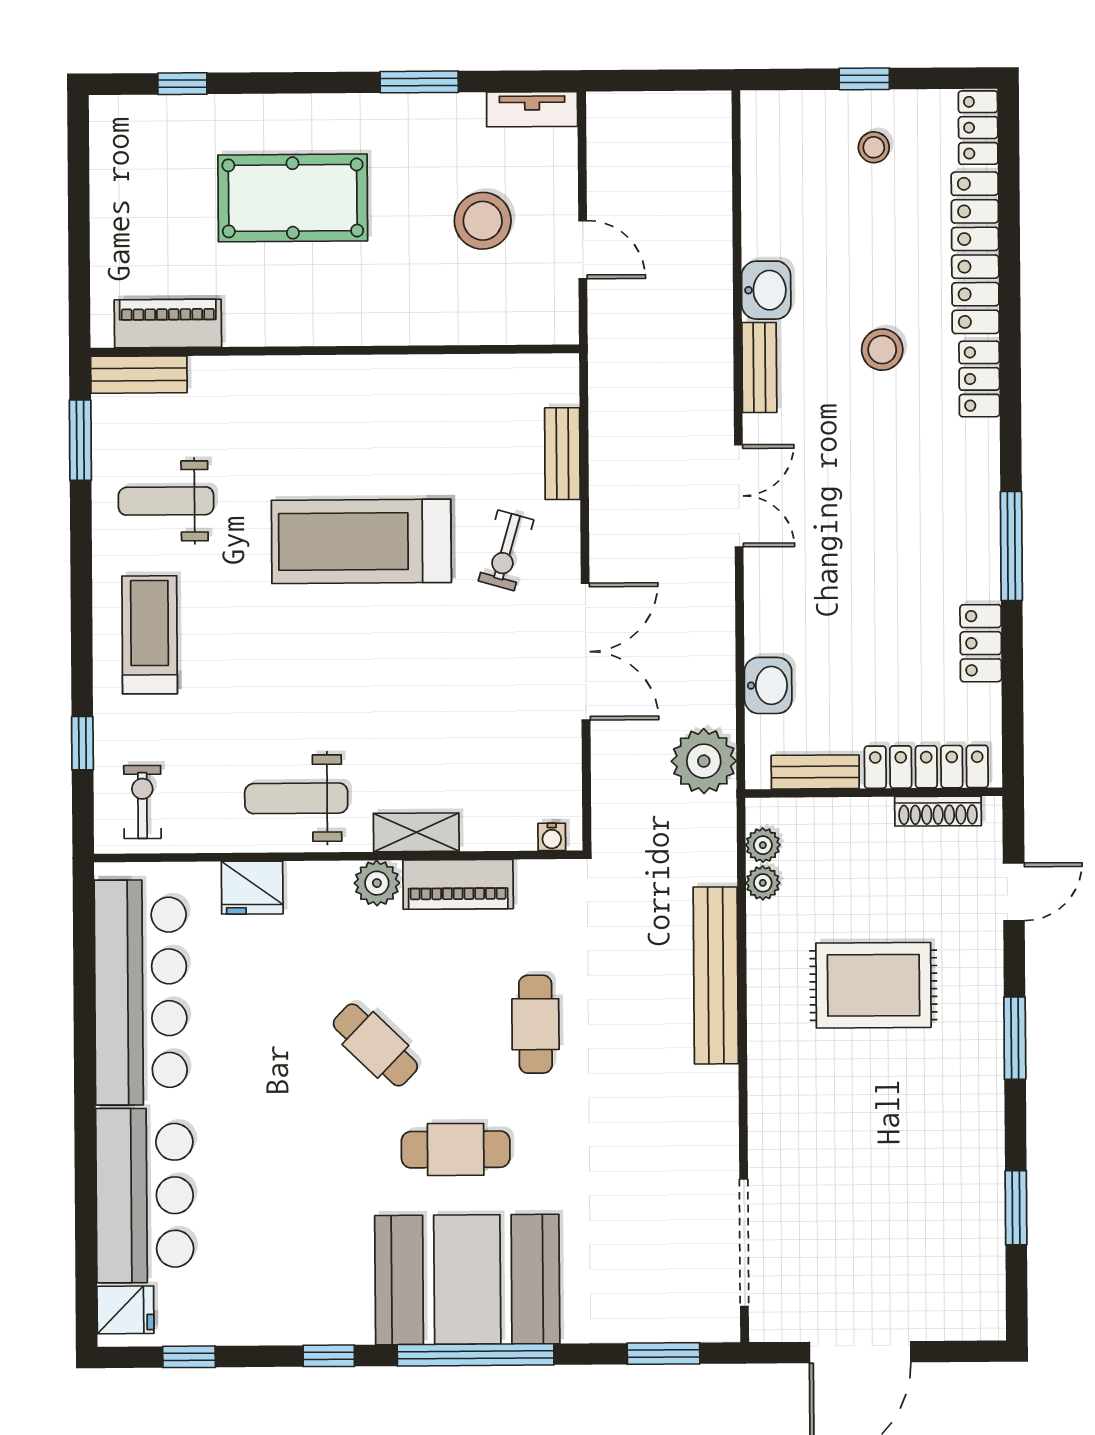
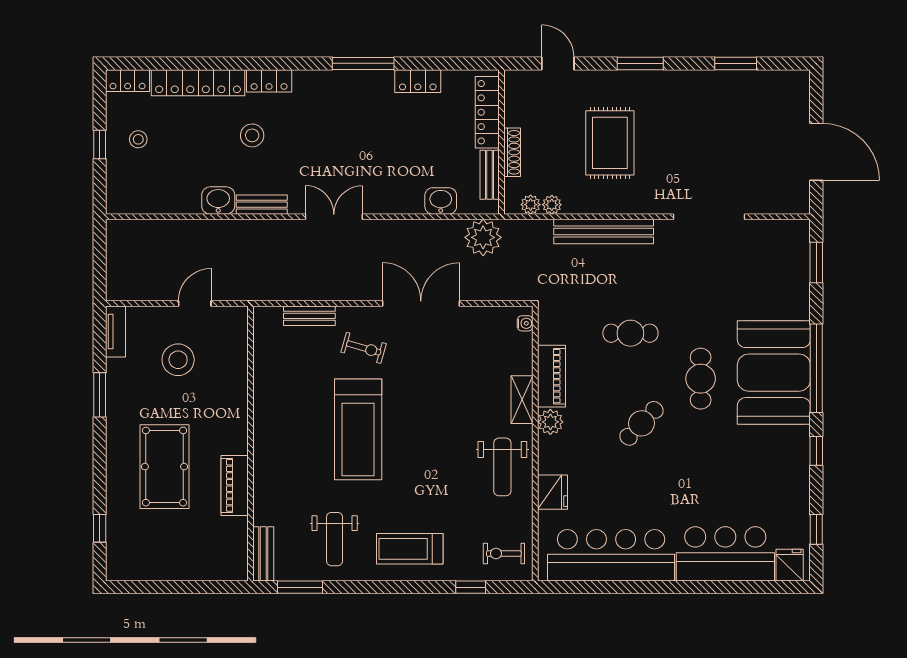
piano: (168, 323) -> (235, 485), moved
shoe rack: (938, 811) -> (512, 152), moved
doorway: (744, 1243) -> (709, 217), moved

